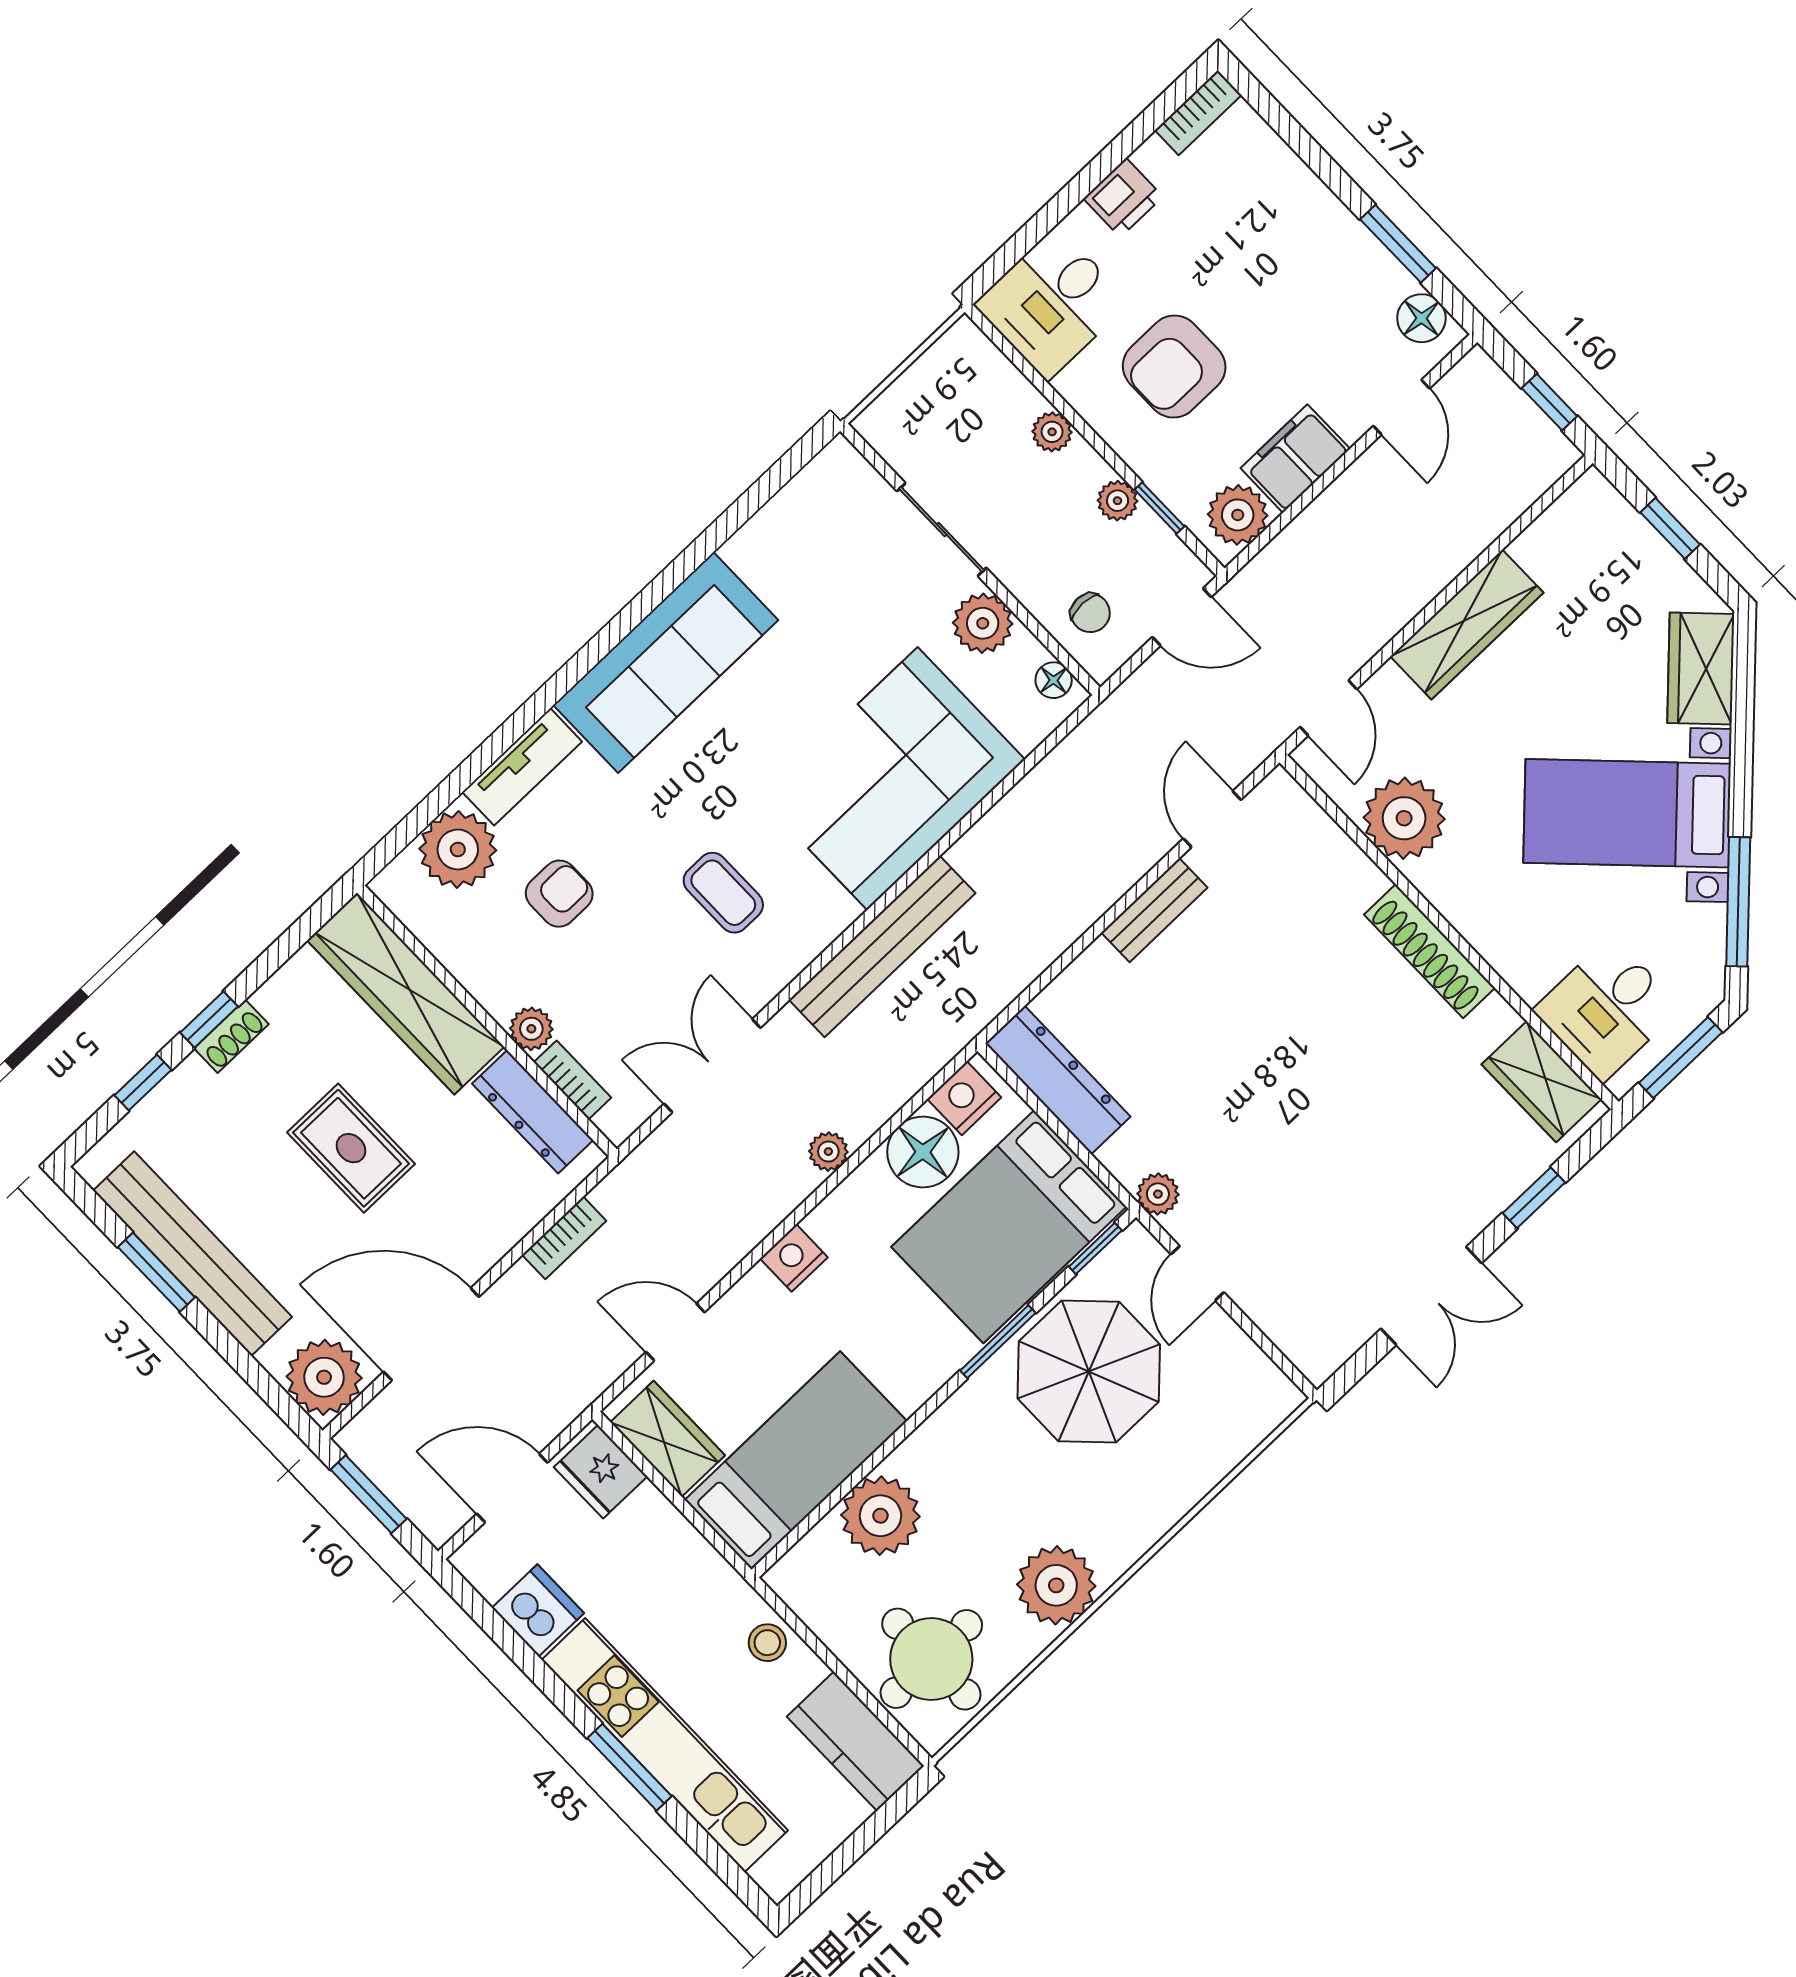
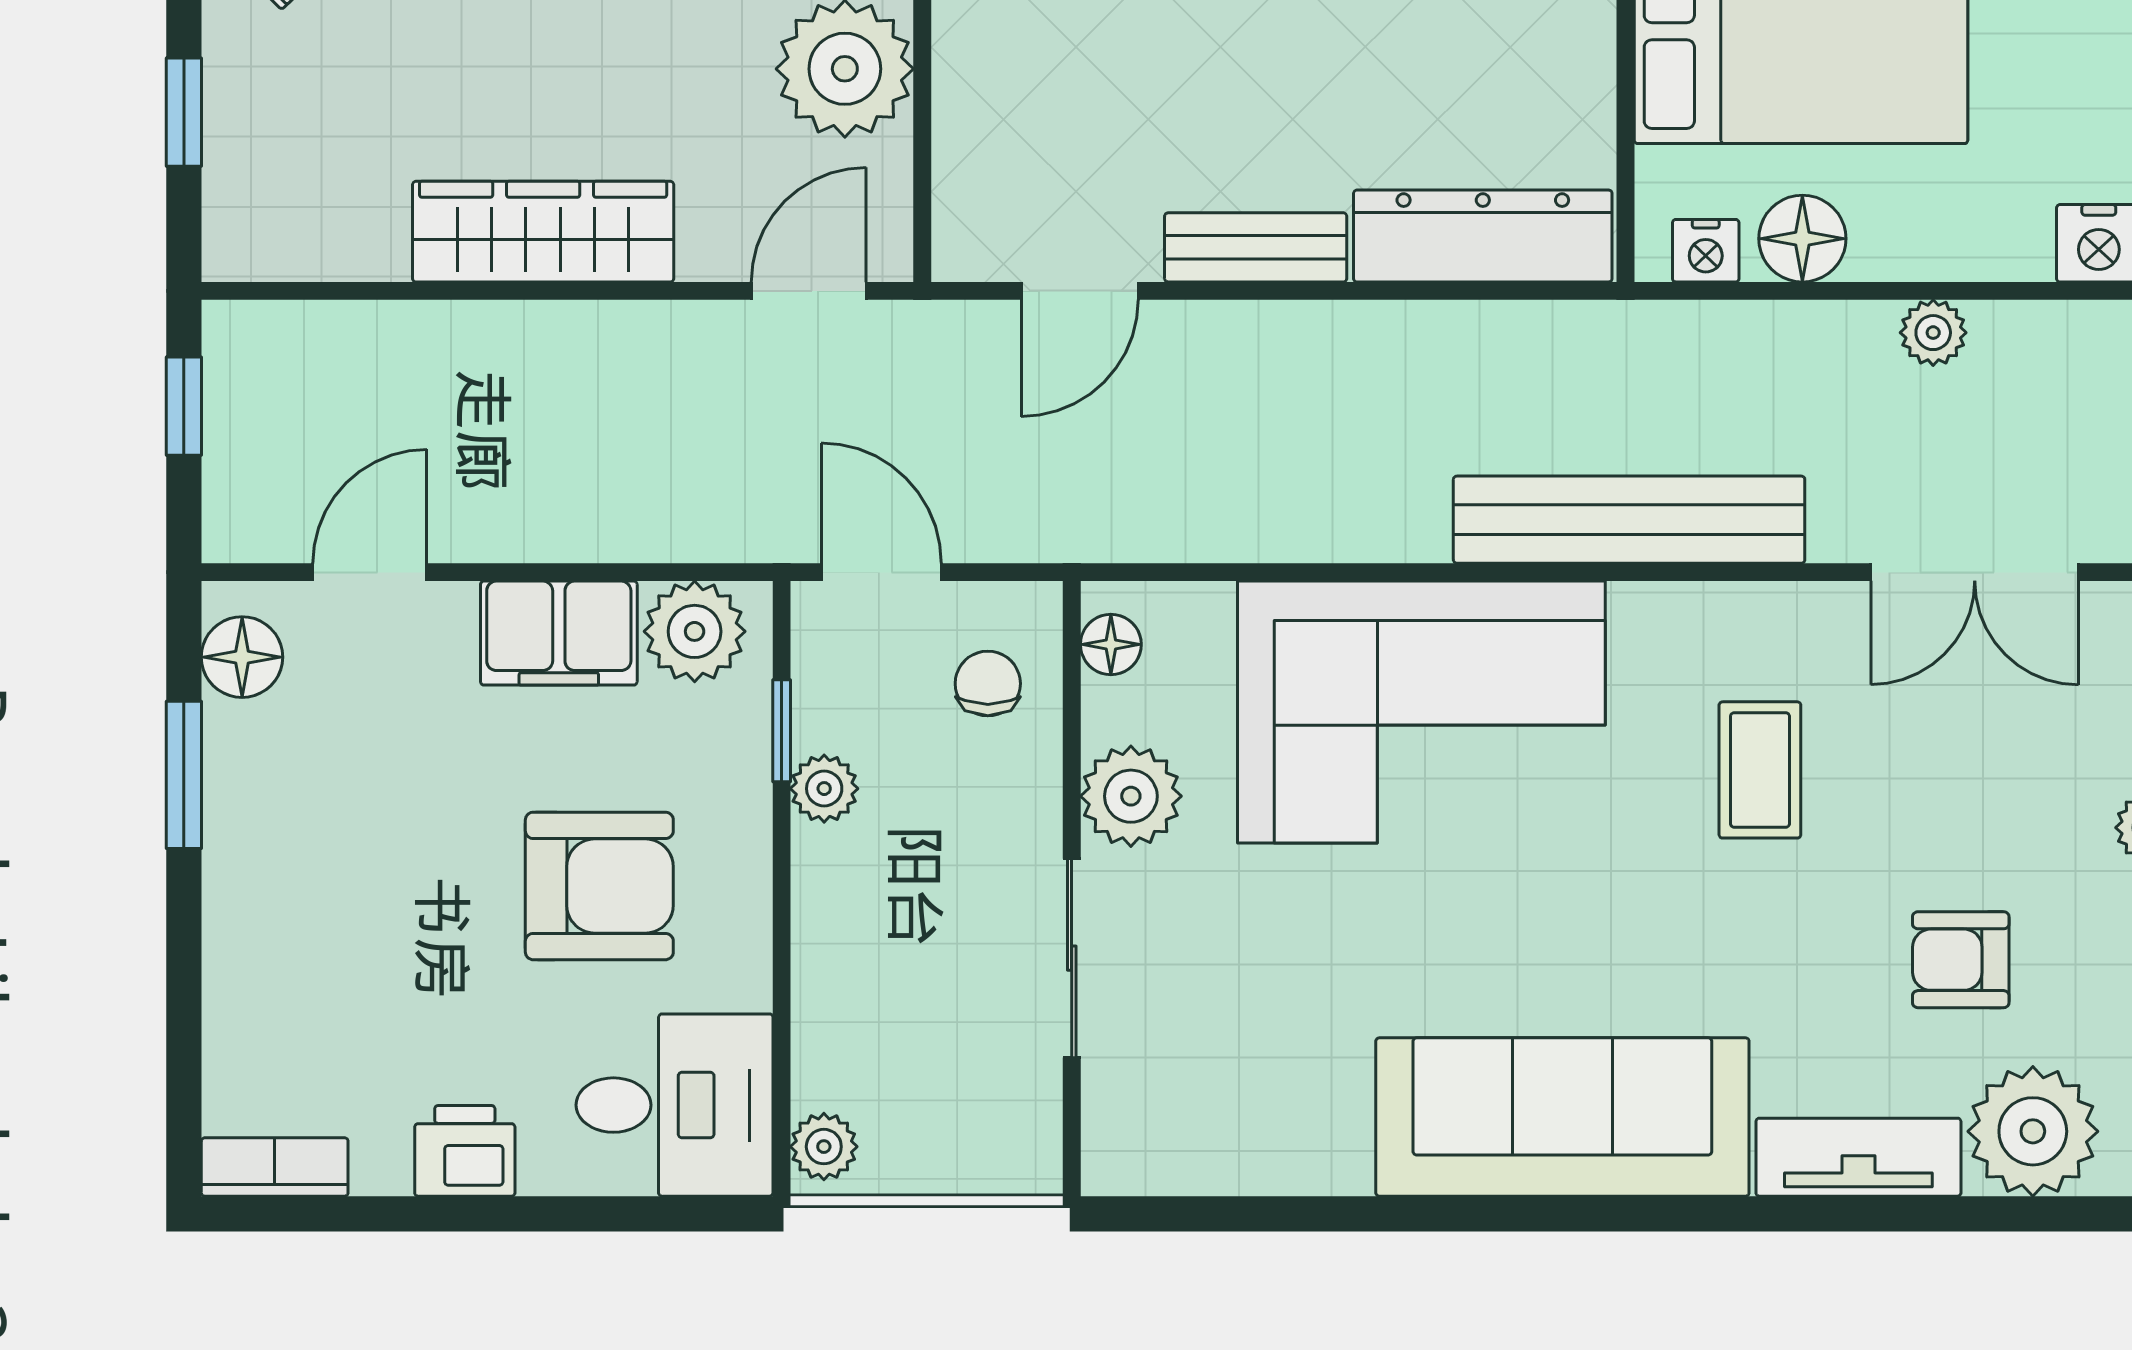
plant: (1052, 432) -> (824, 1147), moved
dresser: (1058, 1080) -> (1483, 236), moved, turned 90
nightstand: (964, 1098) -> (1706, 251), width x0.72, depth x0.74
floor lamp: (923, 1152) -> (1802, 239), width x0.73, depth x0.73

